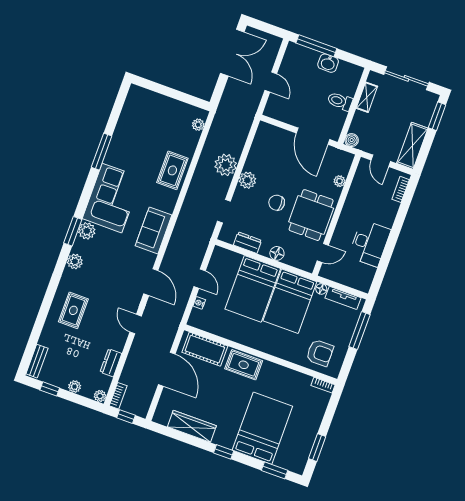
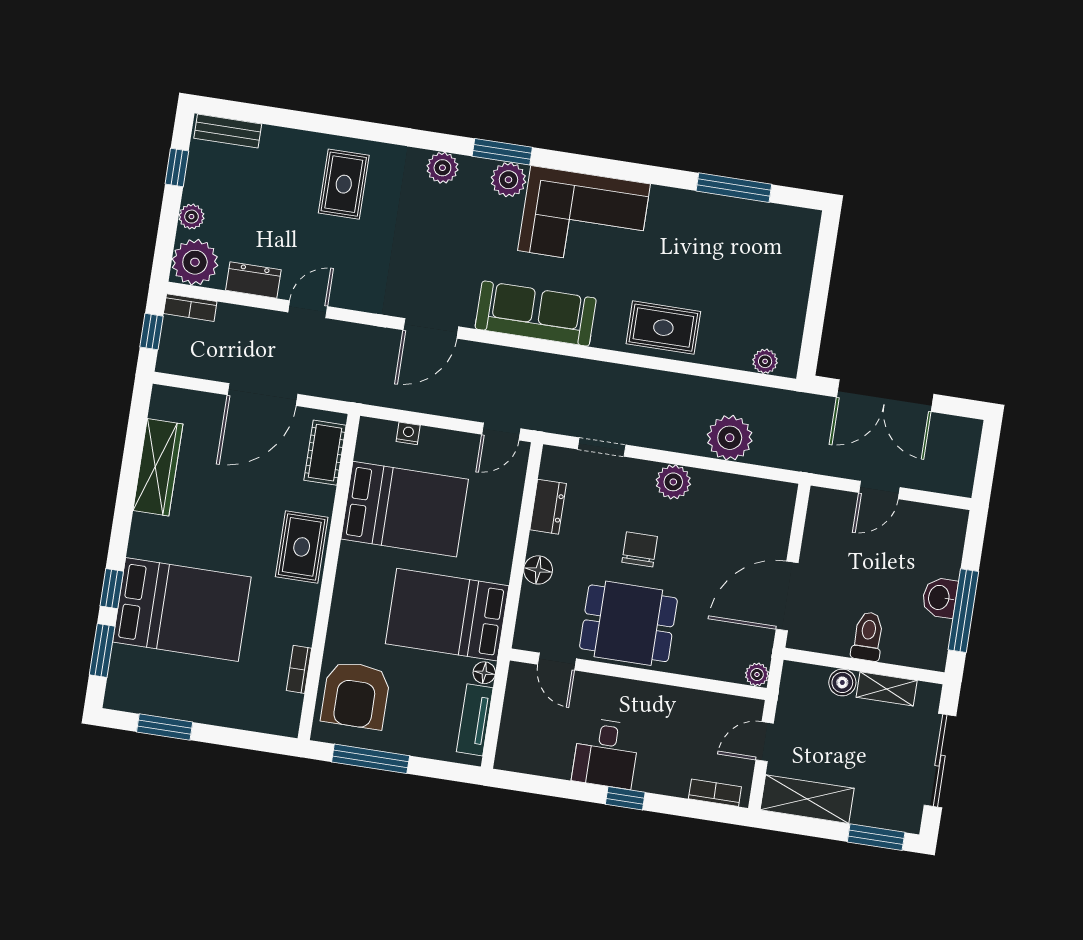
window: (316, 46) -> (963, 611), moved
double door: (232, 53) -> (885, 396), moved
boiler: (352, 140) -> (842, 682), moved
window: (102, 152) -> (734, 188), moved
plant: (226, 165) -> (730, 438), moved
plant: (339, 181) -> (757, 674), moved
sofa: (154, 230) -> (536, 314), width x1.36
window: (395, 233) -> (625, 798), added
desk: (369, 243) -> (606, 753), width x0.73
door: (200, 279) -> (501, 431), moved
bed: (253, 289) -> (405, 509), moved, turned 180
rug: (73, 310) -> (344, 184), turned 90
door: (136, 324) -> (308, 309), moved
window: (360, 331) -> (371, 759), moved
cot: (205, 349) -> (325, 453), width x0.73, depth x0.75
armchair: (320, 353) -> (356, 695), width x1.36, depth x1.36
bookcase: (323, 385) -> (299, 669), moved
plant: (100, 396) -> (195, 262), width x1.88, depth x1.88
window: (224, 452) -> (112, 589), moved

